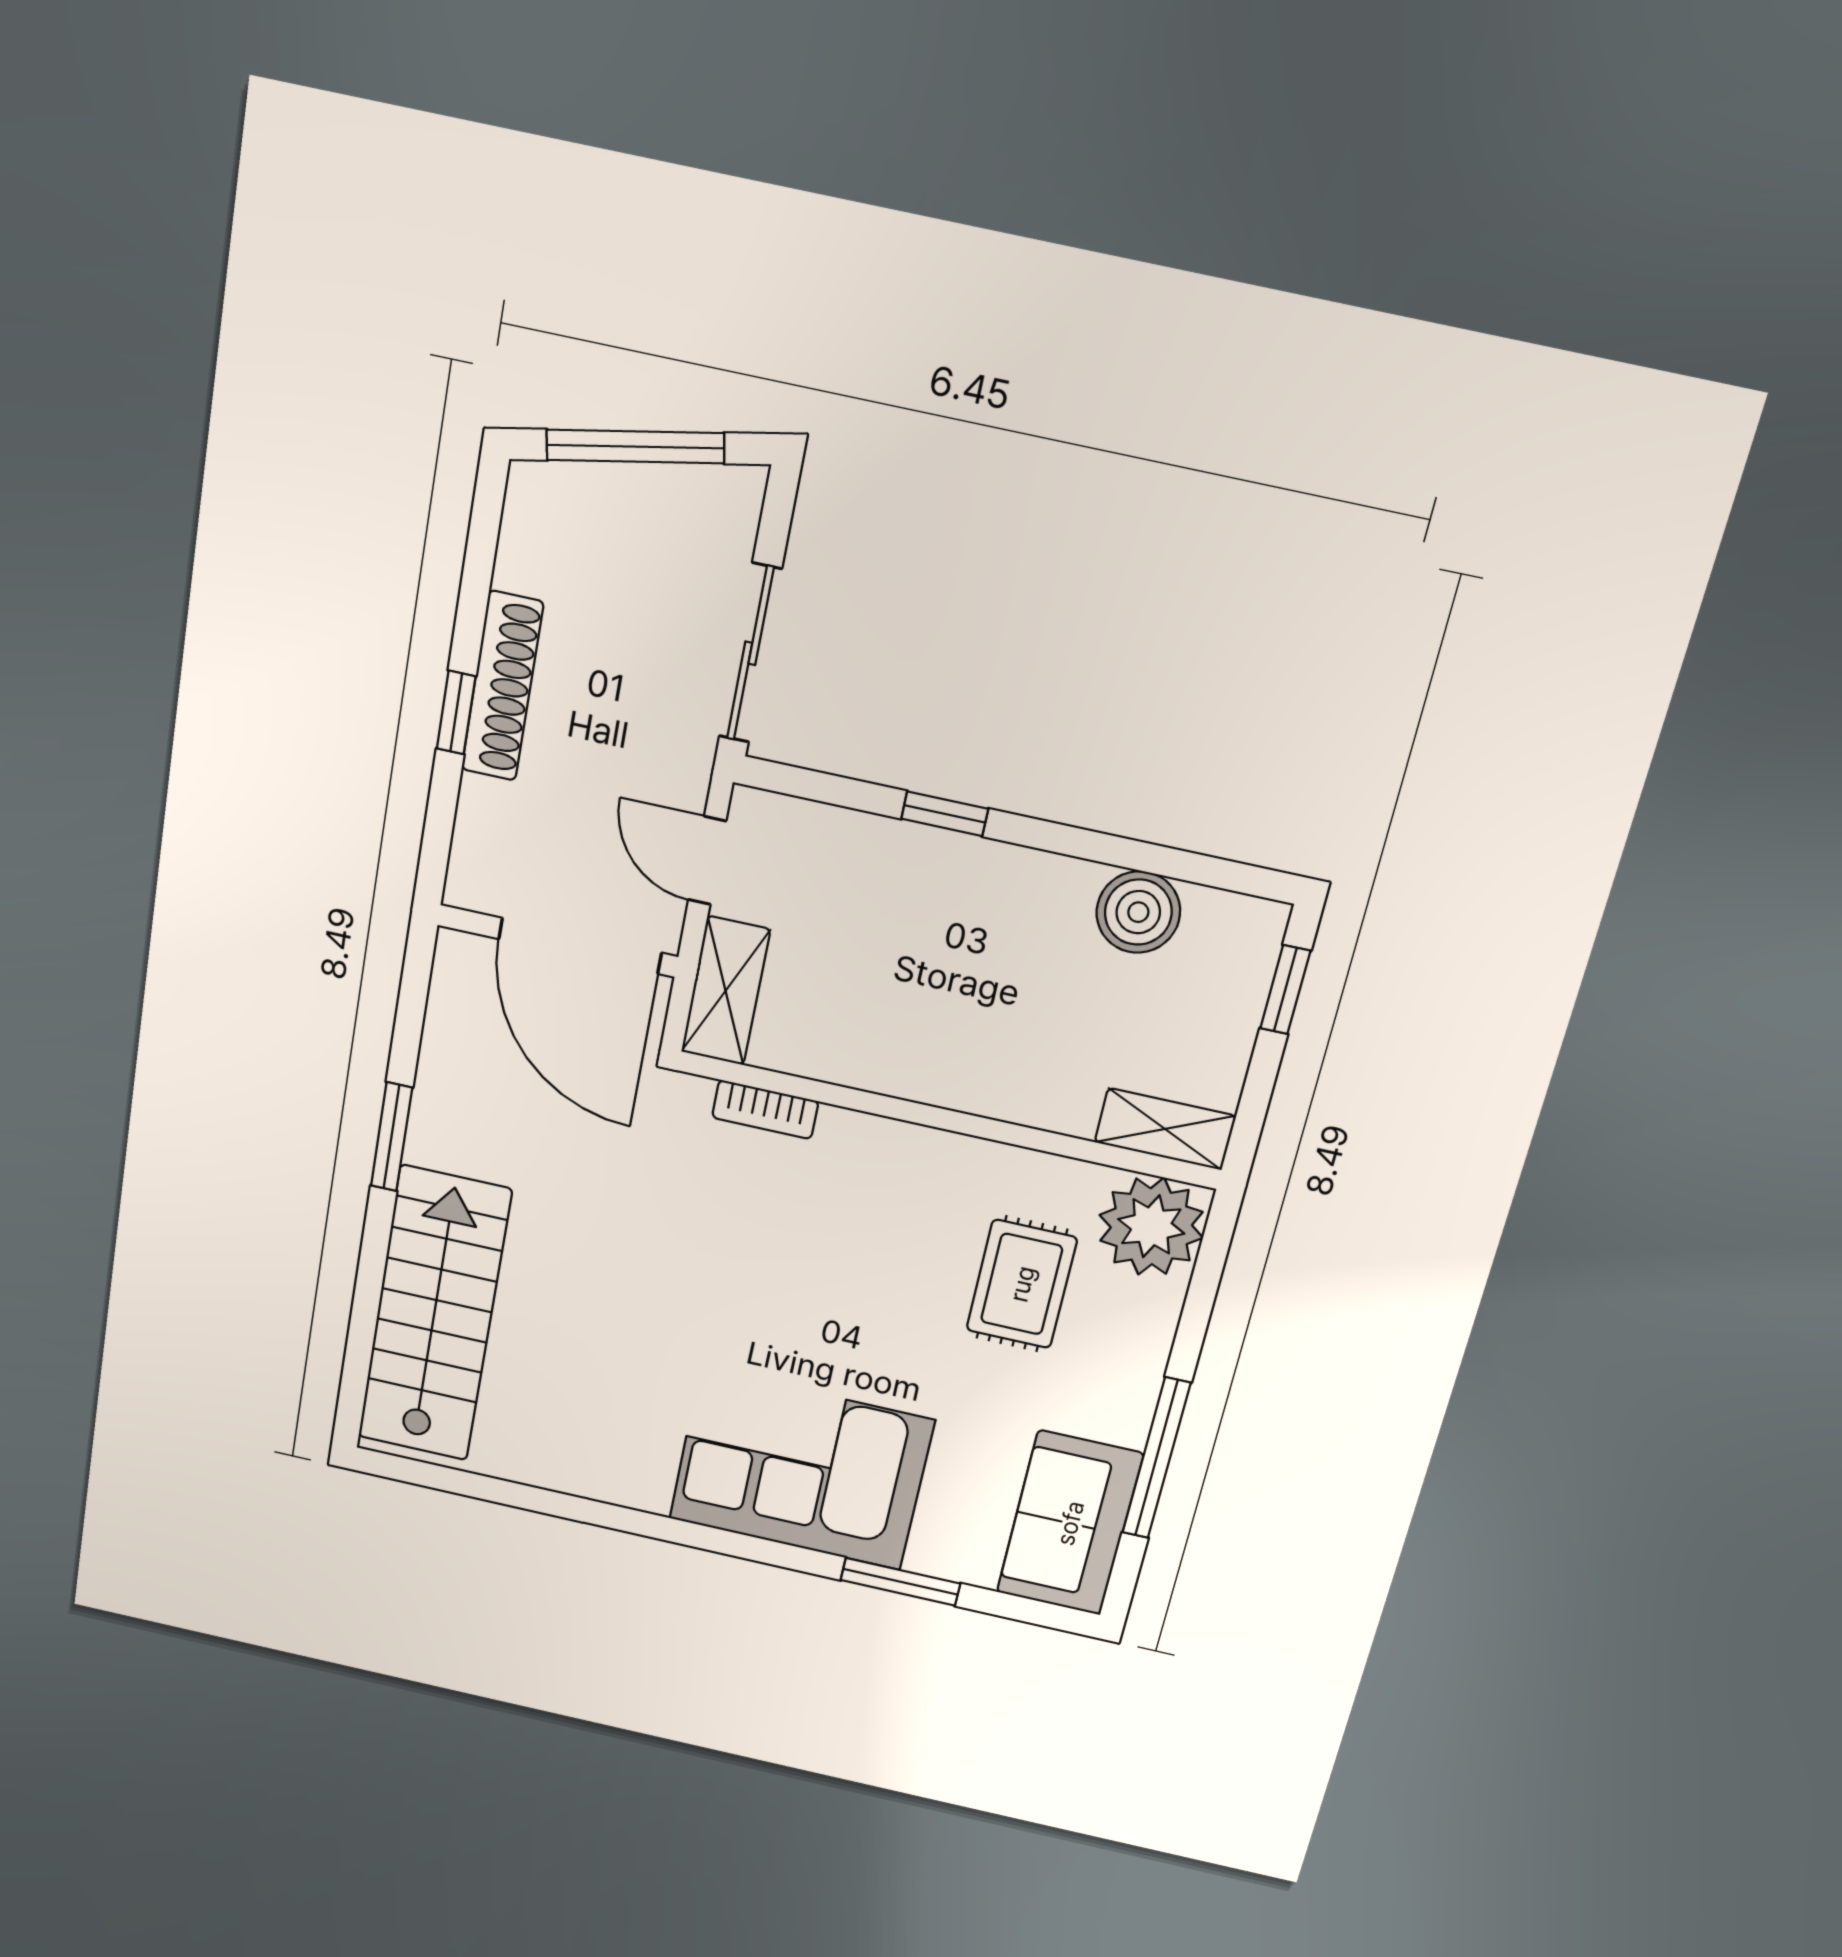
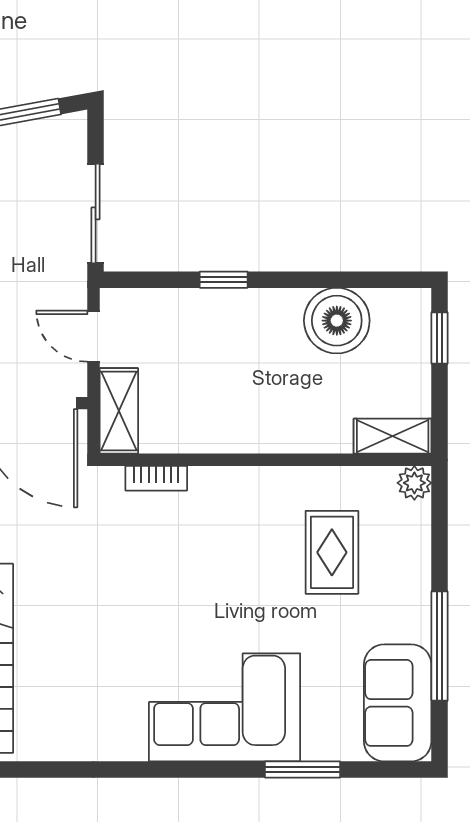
boiler: (1138, 912) -> (337, 321), width x1.37, depth x1.37
plant: (1151, 1226) -> (414, 483), width x0.53, depth x0.53

